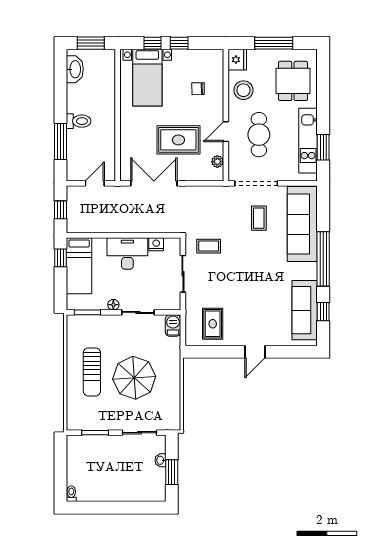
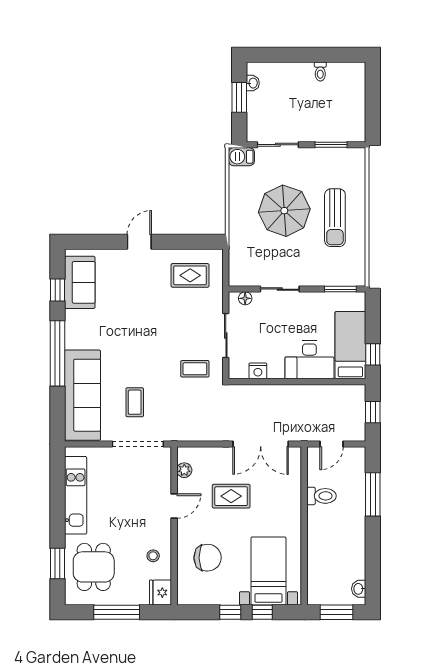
washbasin: (75, 69) -> (359, 589), width x0.52, depth x0.69
chair: (198, 89) -> (208, 558), width x1.87, depth x1.87
stool: (243, 90) -> (153, 556), width x0.53, depth x0.53
toilet: (79, 121) -> (321, 496), moved, turned 180
cafe table: (259, 135) -> (135, 502), removed
rug: (178, 140) -> (231, 496), width x0.73, depth x0.70
window: (323, 147) -> (57, 563), moved
desk: (127, 253) -> (309, 360), moved
floor lamp: (113, 305) -> (245, 298), moved
sofa: (305, 310) -> (80, 282), width x0.73
rug: (213, 324) -> (190, 275), turned 90
barbecue: (173, 326) -> (241, 157), moved, turned 90
sun lounger: (92, 372) -> (335, 218), turned 180
washbasin: (160, 460) -> (253, 83), moved
toilet: (71, 494) -> (320, 71), moved

